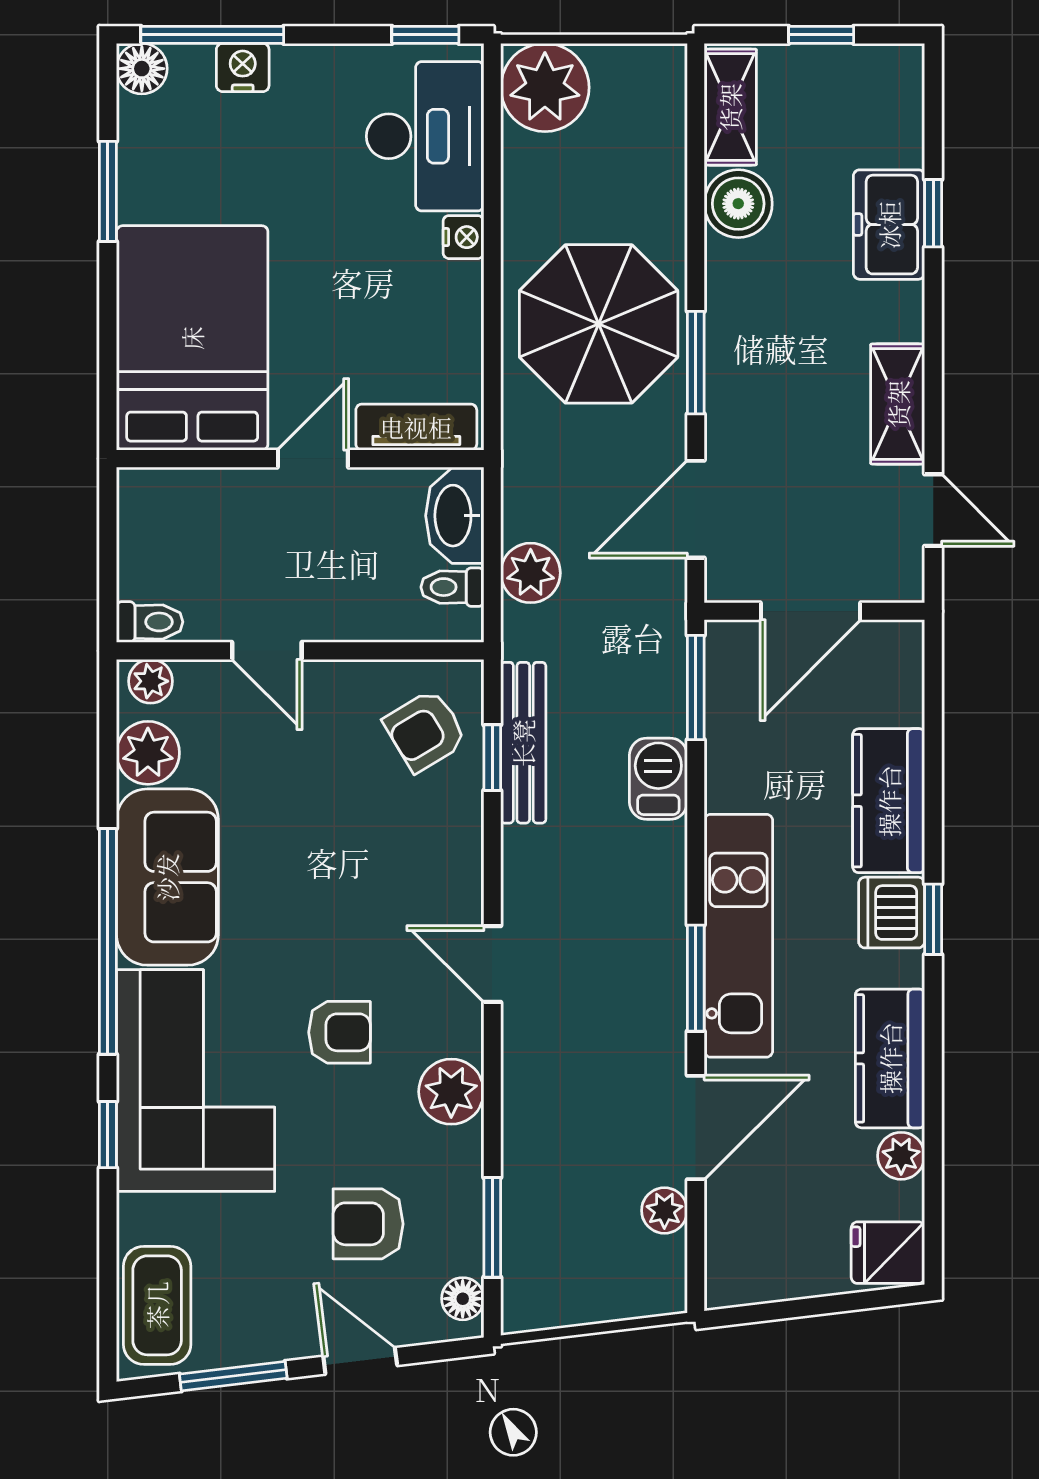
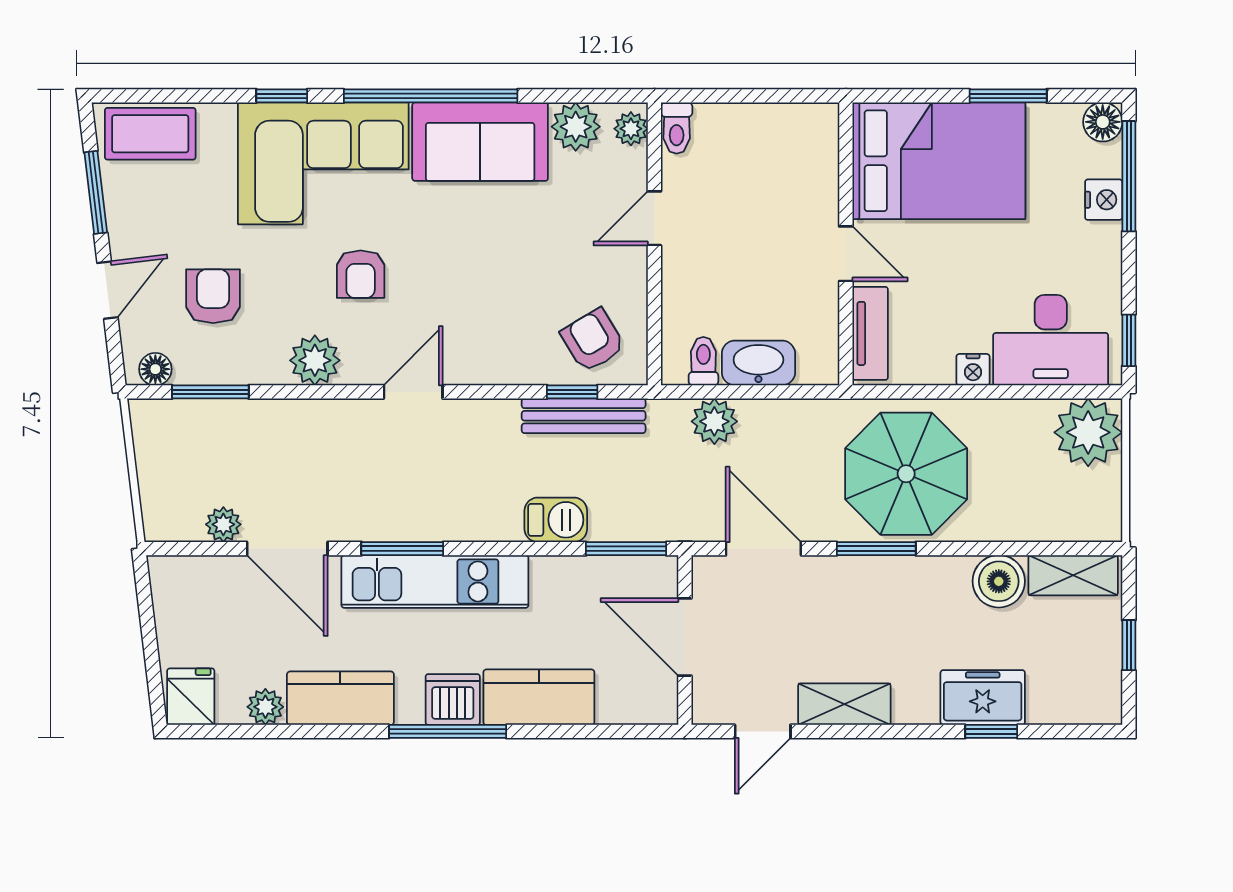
bed: (192, 338) -> (939, 161), moved
tv unit: (416, 427) -> (870, 333), moved
wall: (300, 459) -> (846, 244), moved
door: (313, 459) -> (846, 254), moved
window: (933, 919) -> (448, 731), width x2.17

